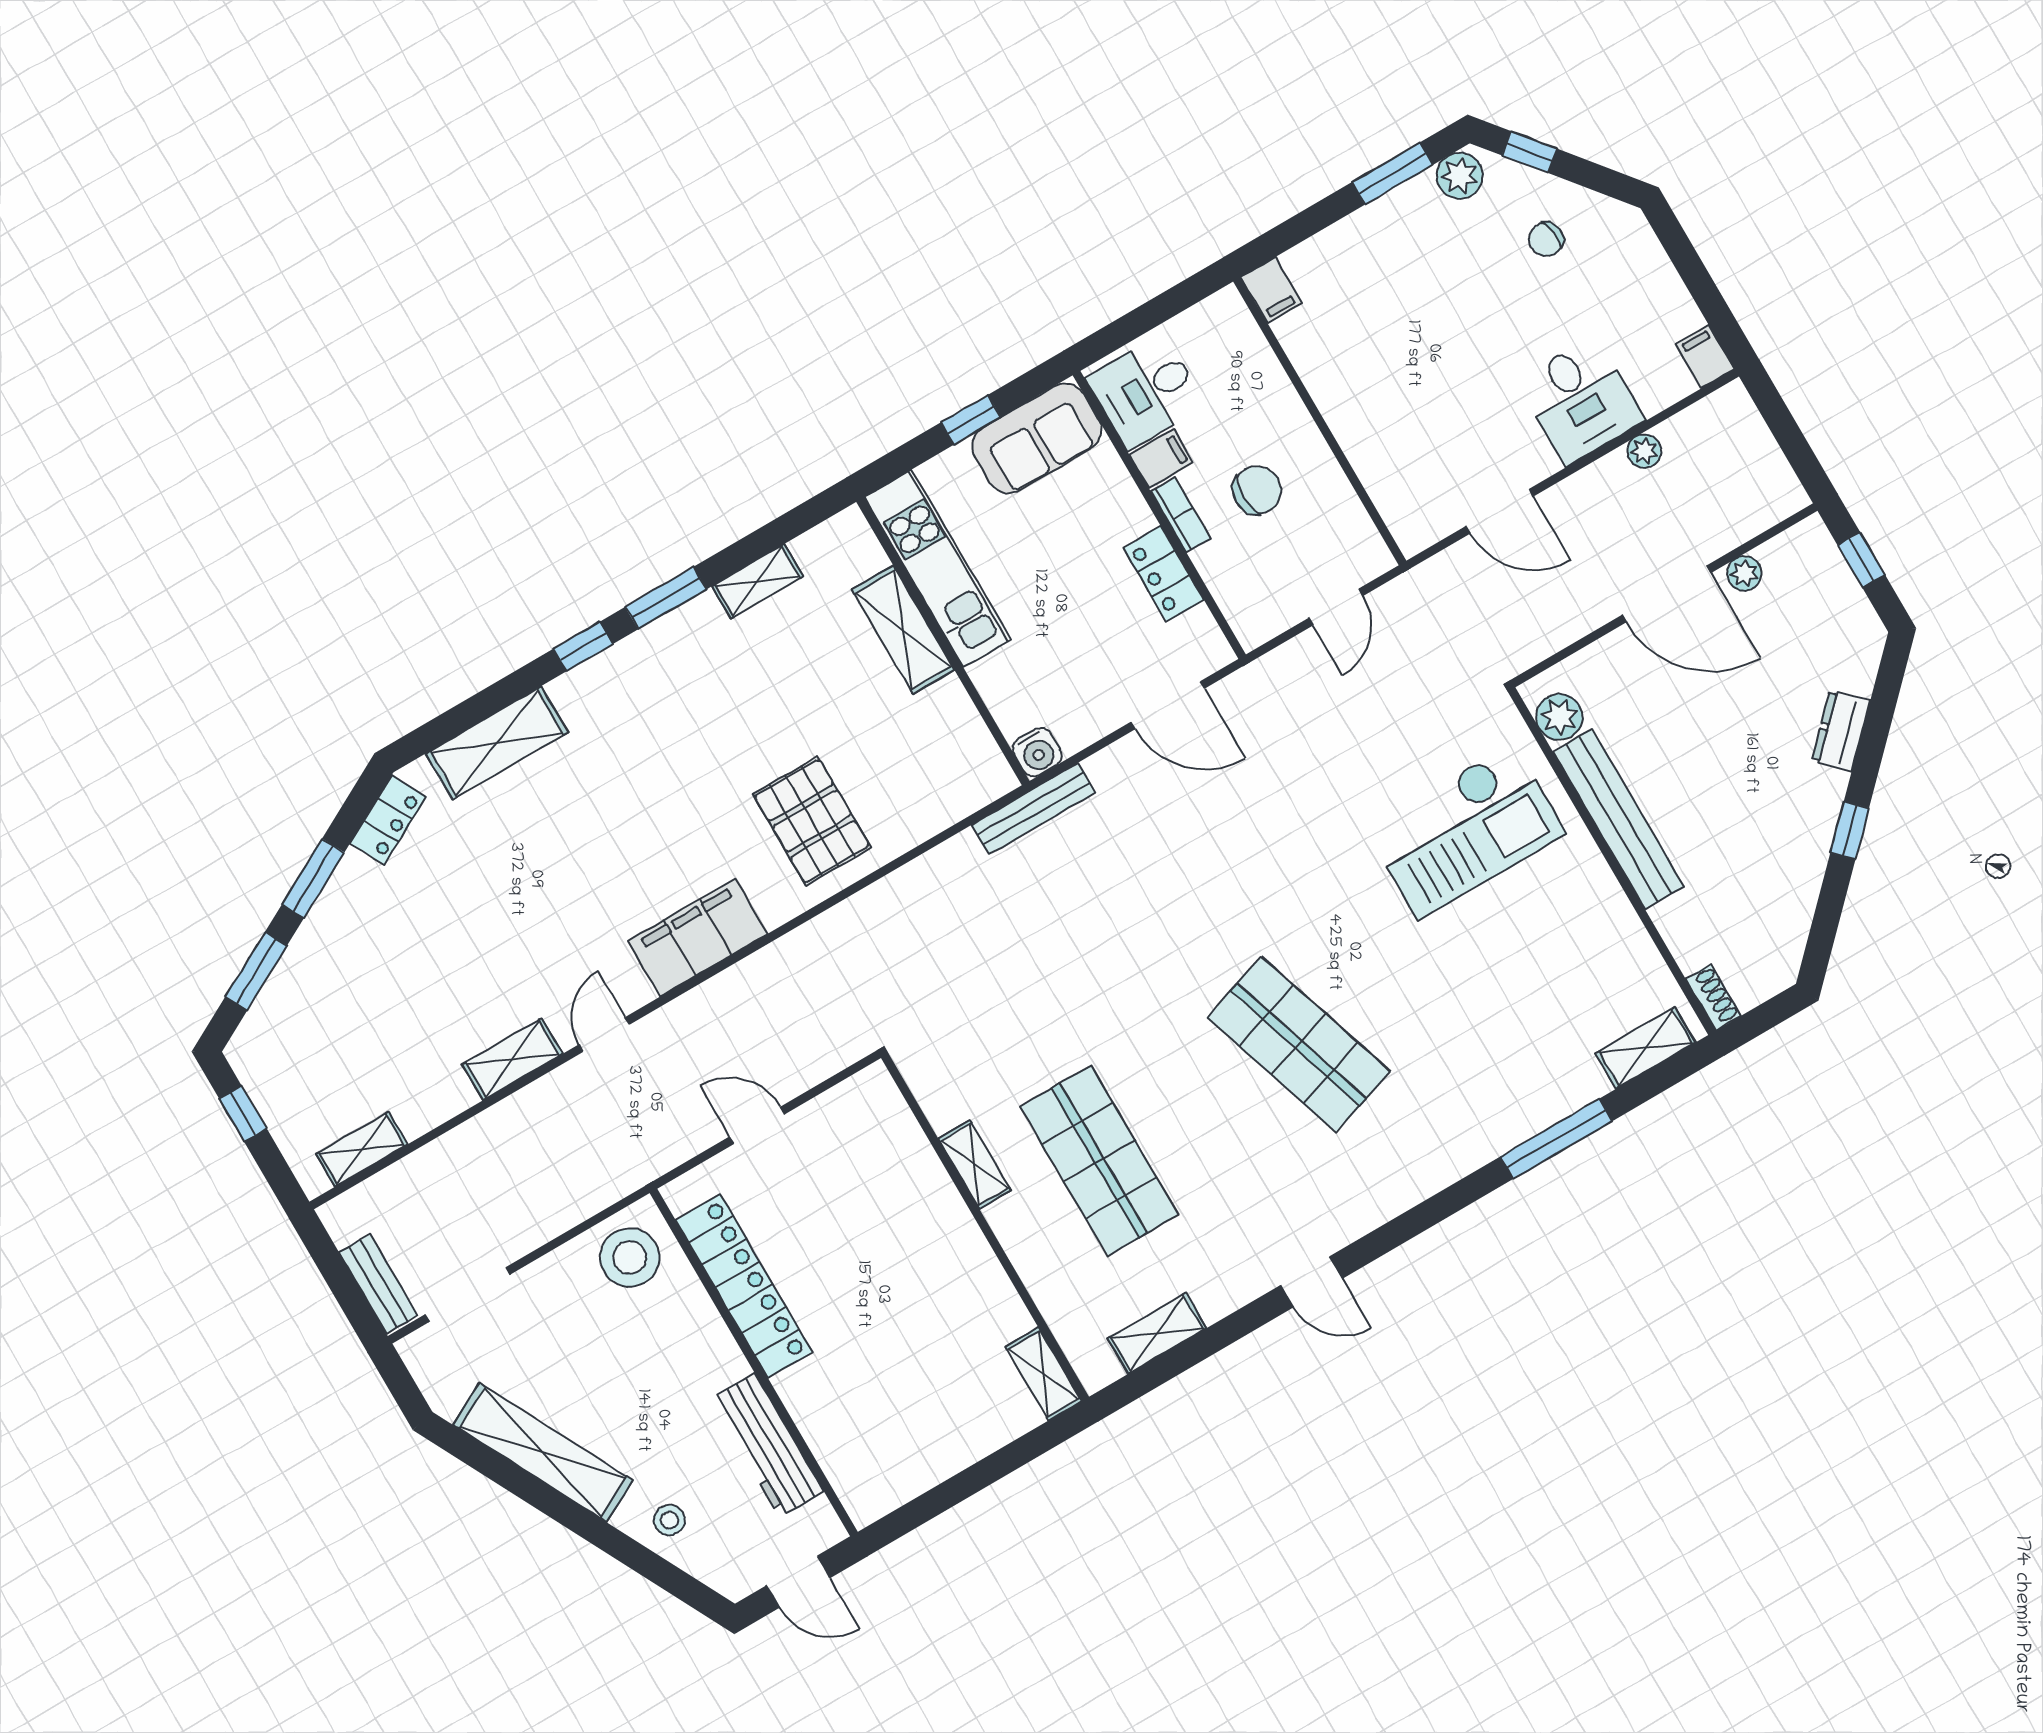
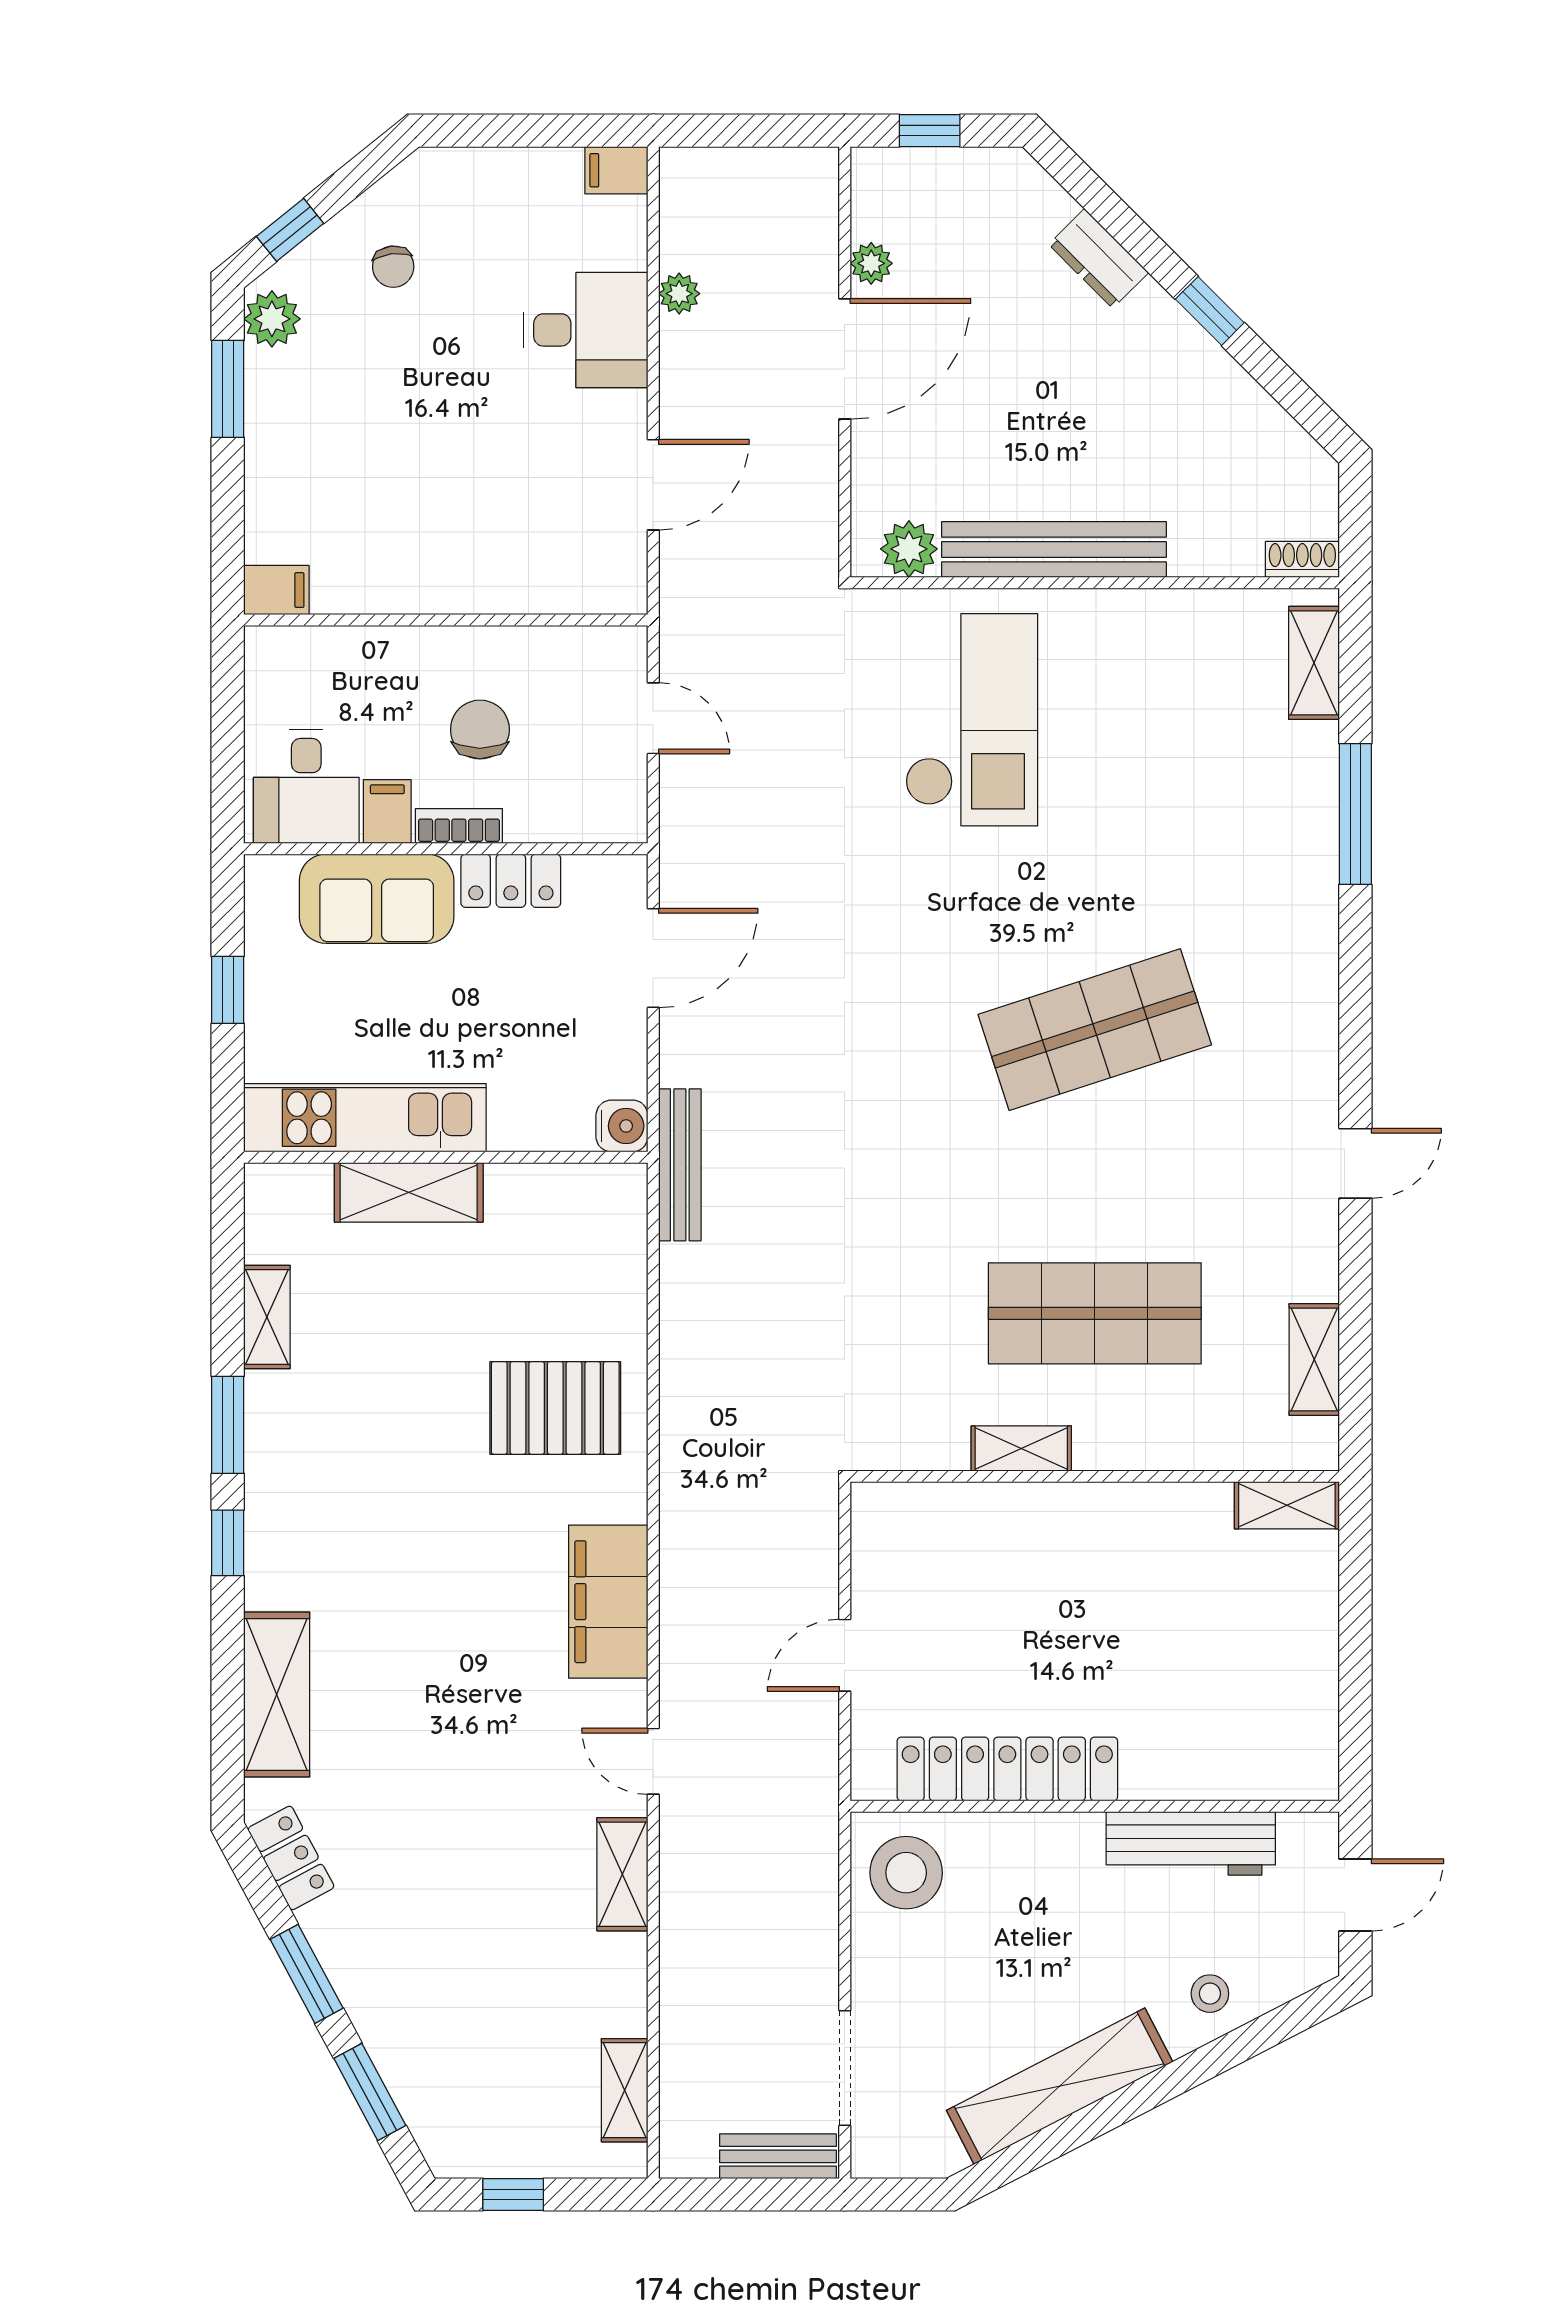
sofa: (1037, 438) -> (377, 899), moved, turned 90

